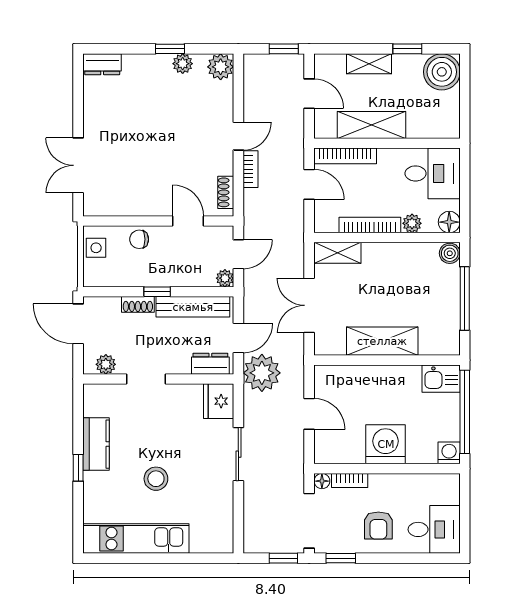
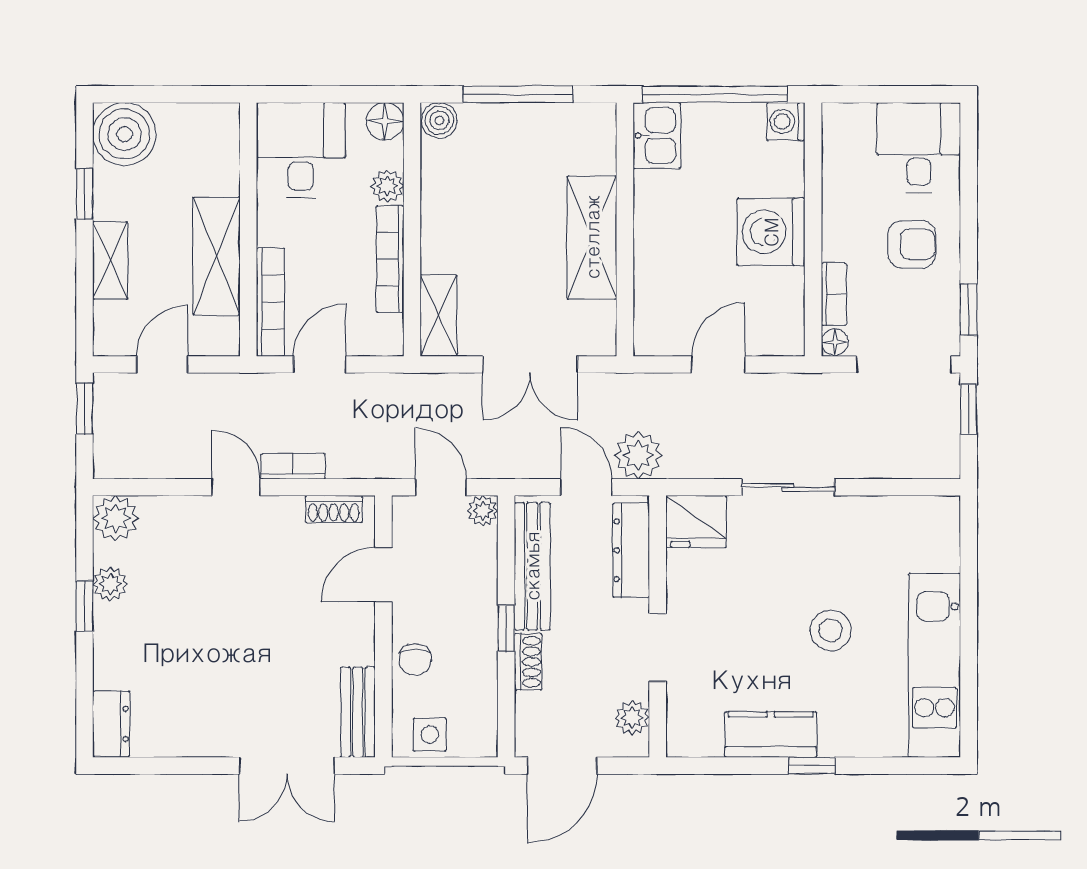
bench: (109, 206) -> (358, 712), added
dresser: (210, 364) -> (631, 550), width x1.44
plant: (262, 373) -> (638, 455), width x0.73, depth x0.73

